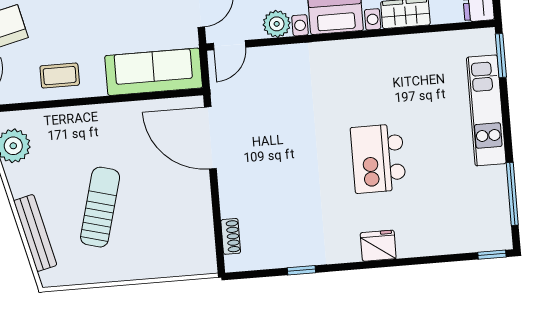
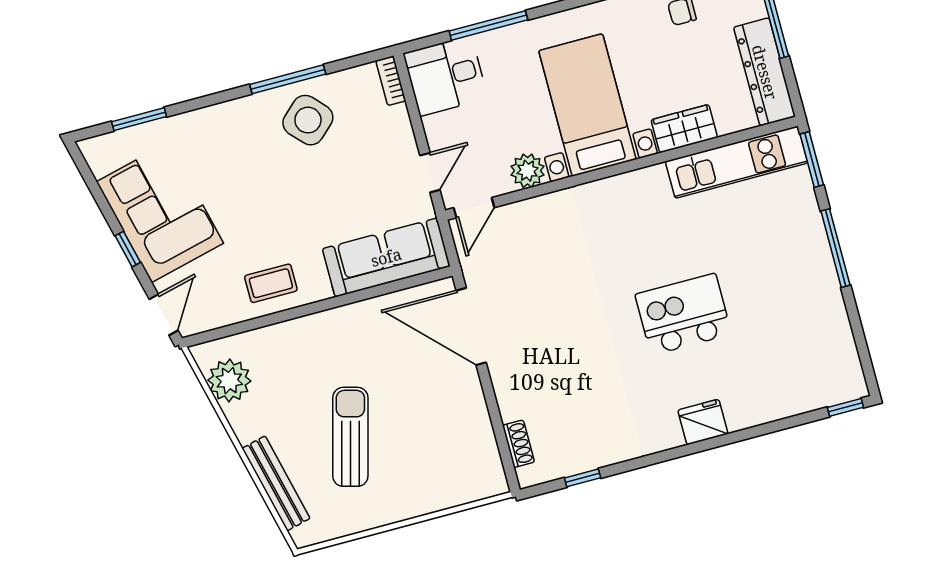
kitchen unit: (486, 110) -> (737, 162), moved, turned -90
kitchen island: (378, 159) -> (683, 314), turned 90
window: (512, 194) -> (835, 248), moved
window: (301, 270) -> (583, 478), moved

